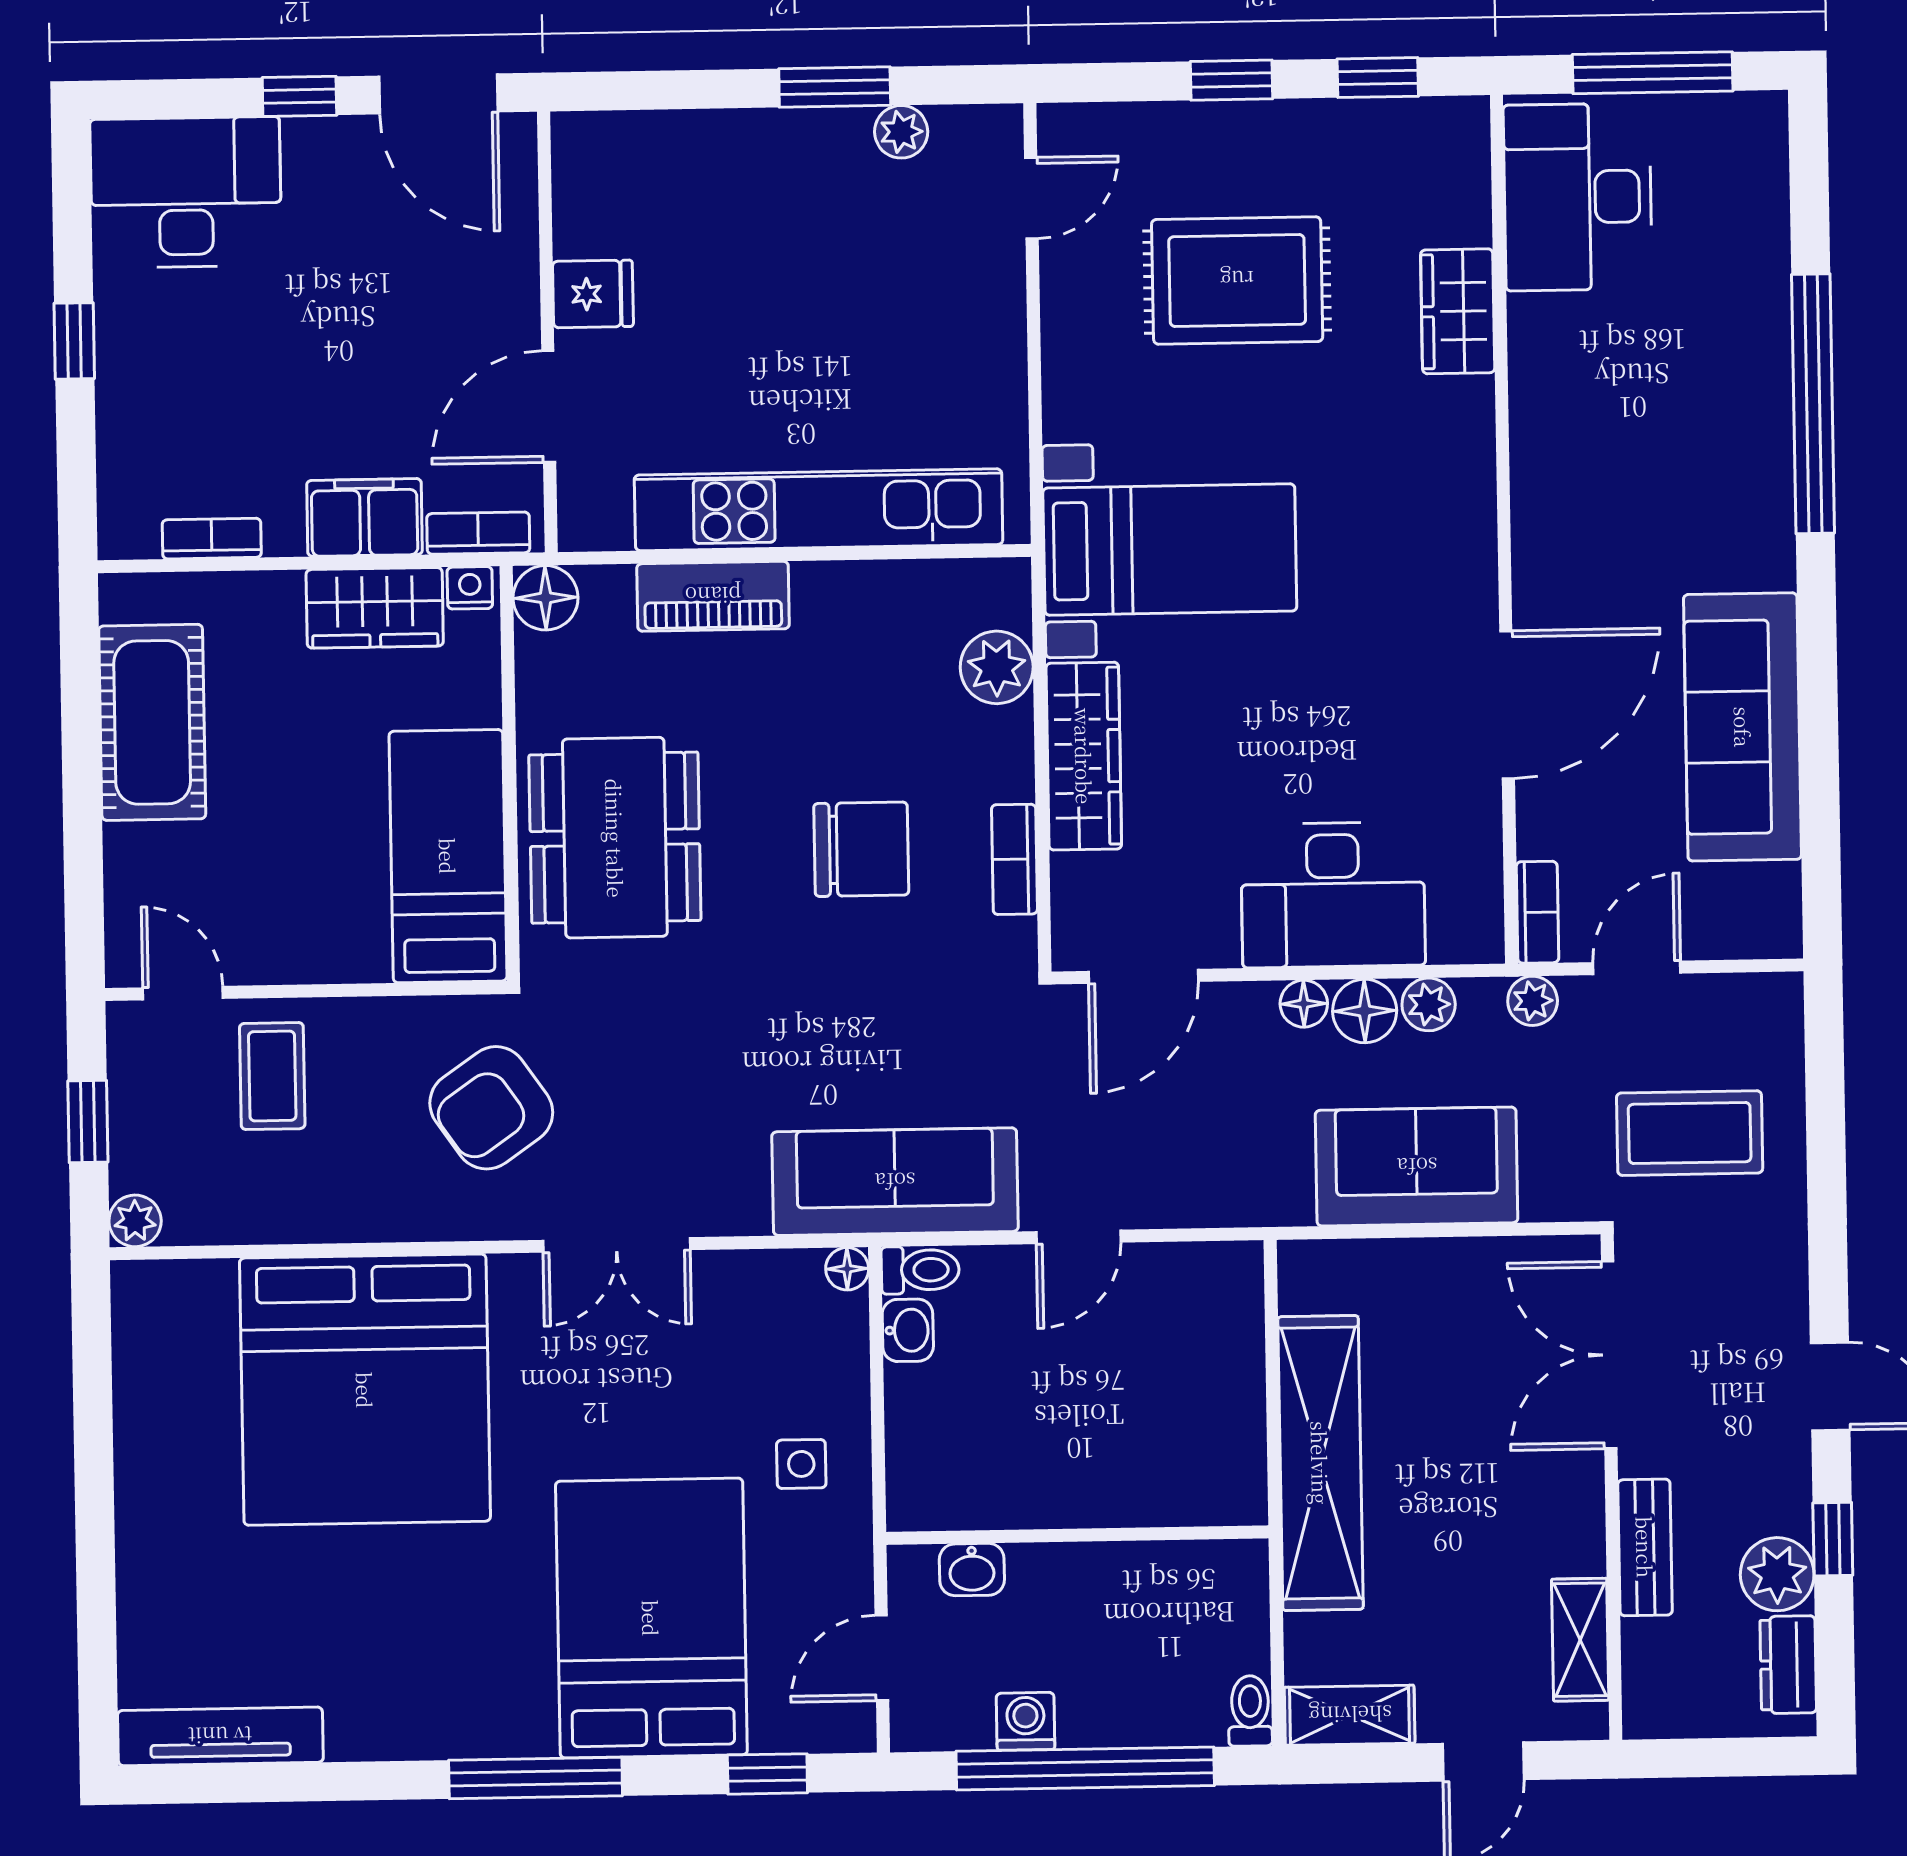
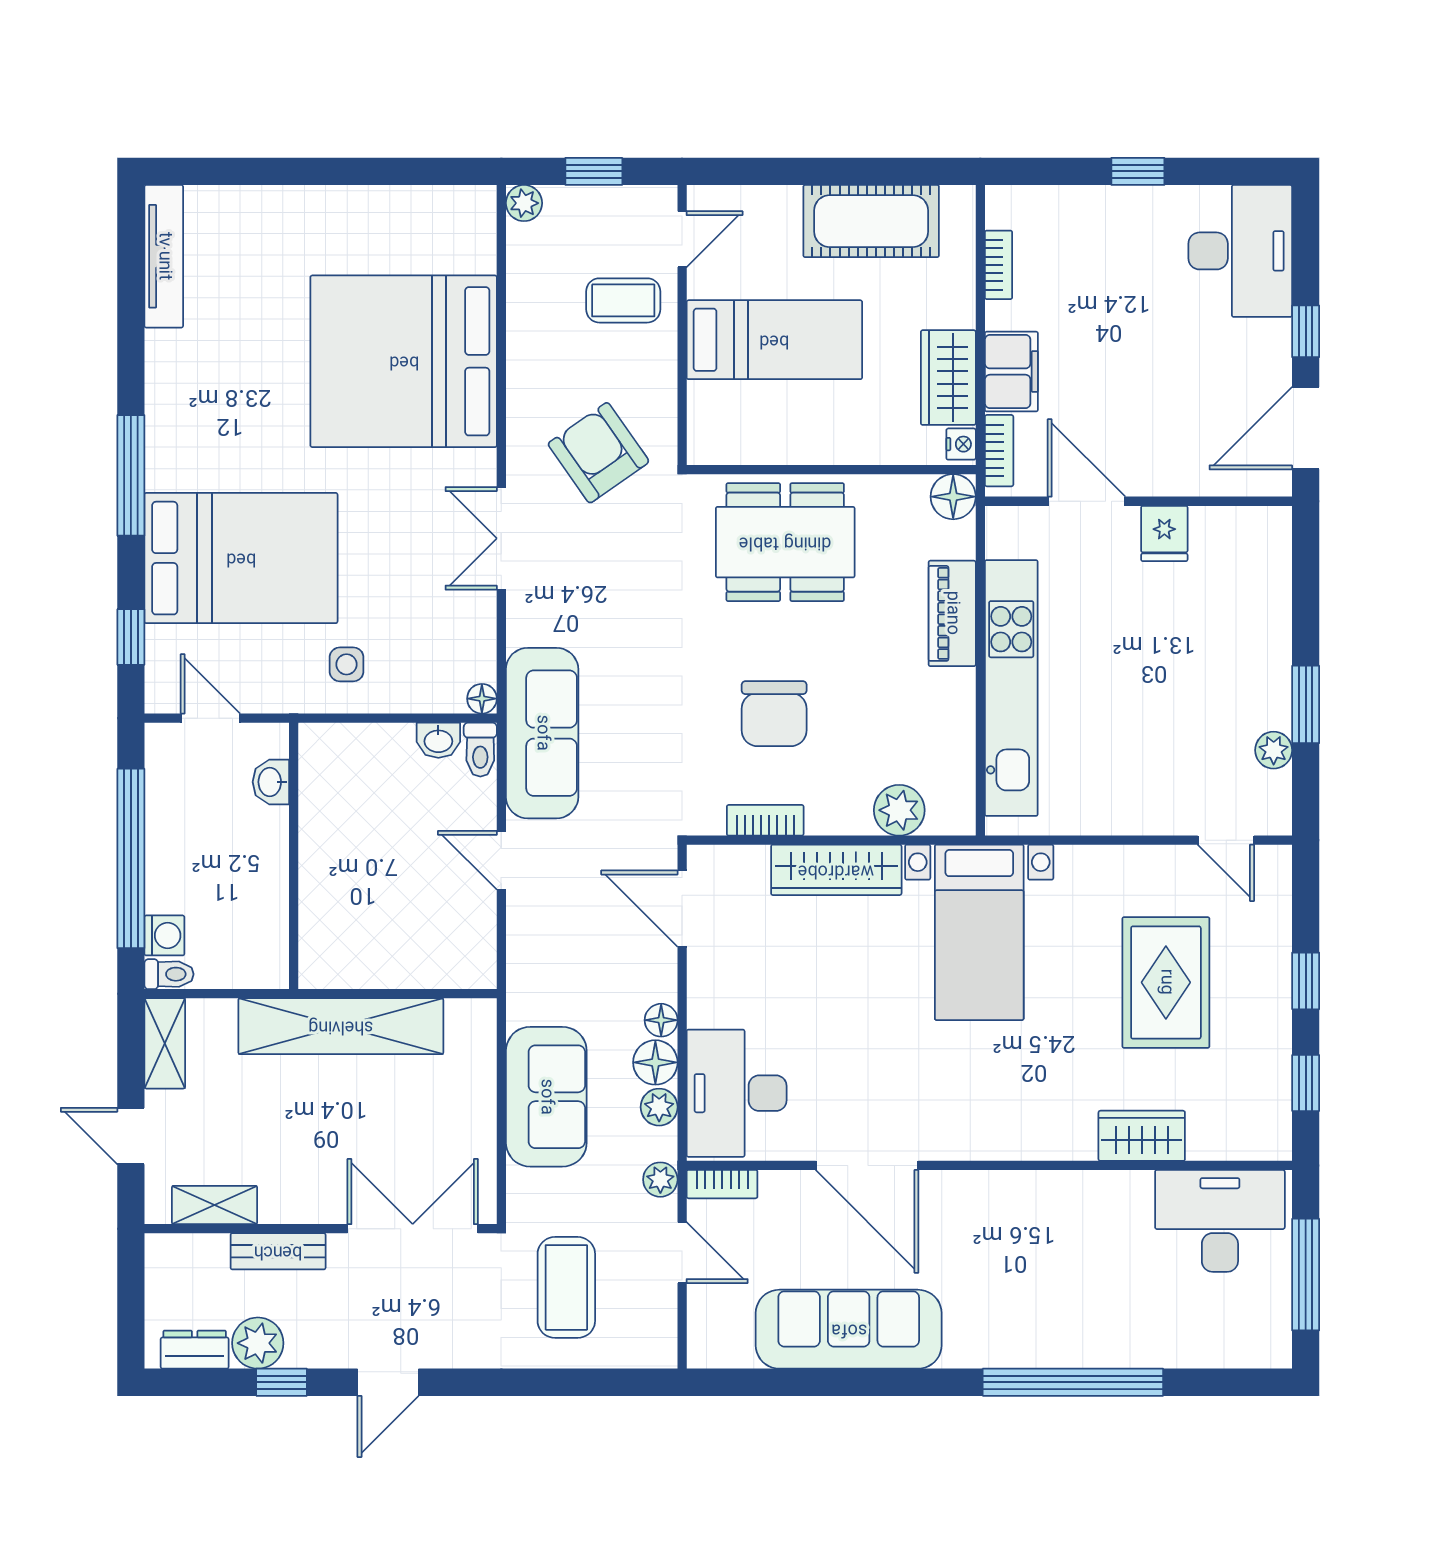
bed: (448, 856) -> (774, 340), moved
desk: (1333, 895) -> (737, 1093), moved
washing machine: (1026, 1721) -> (164, 935), moved

